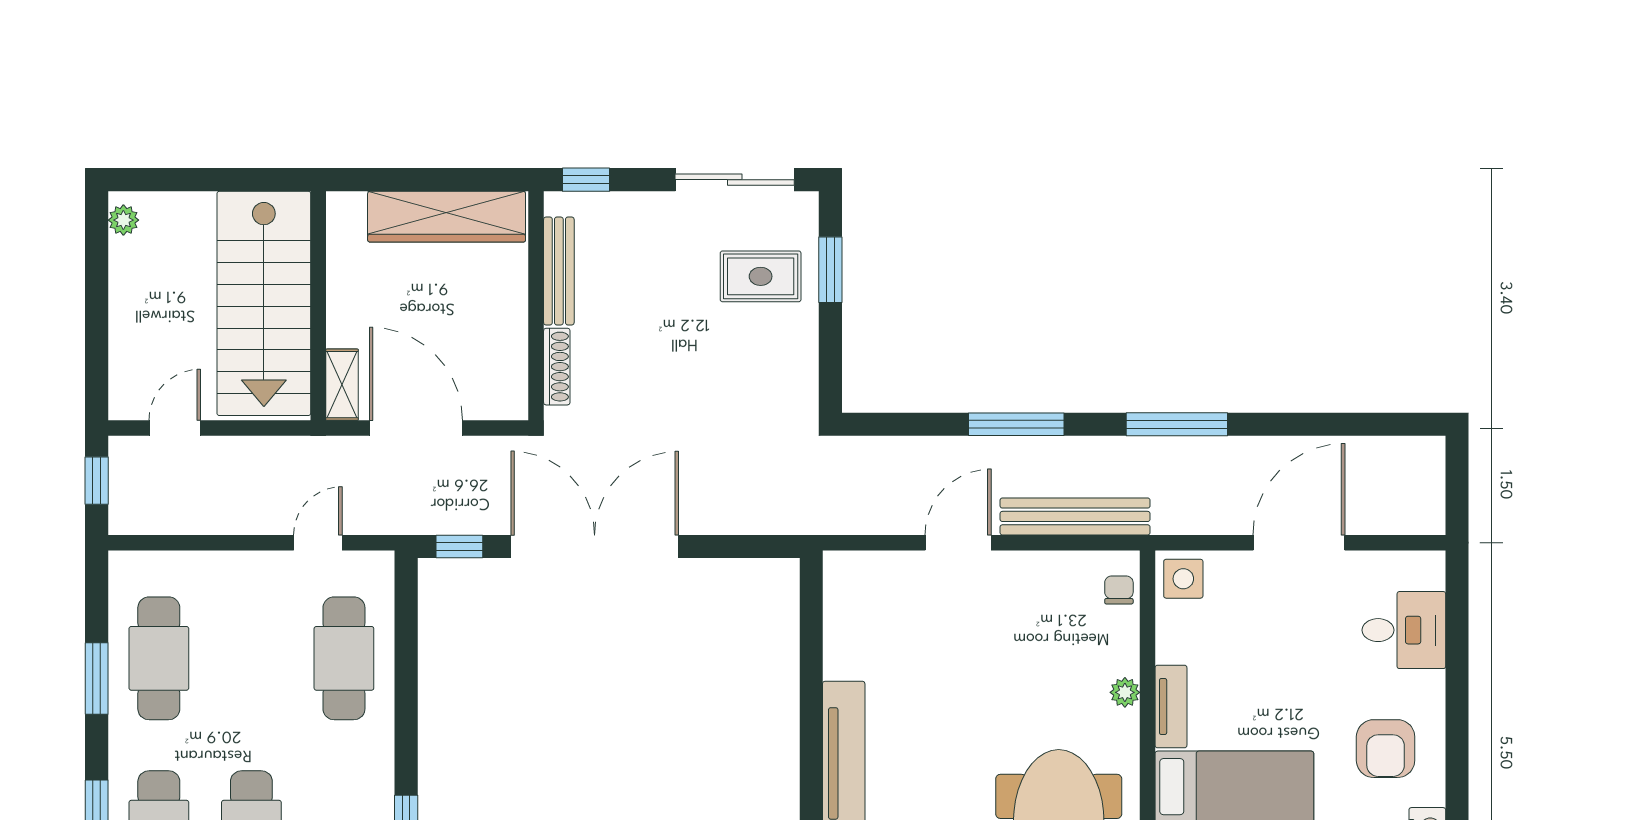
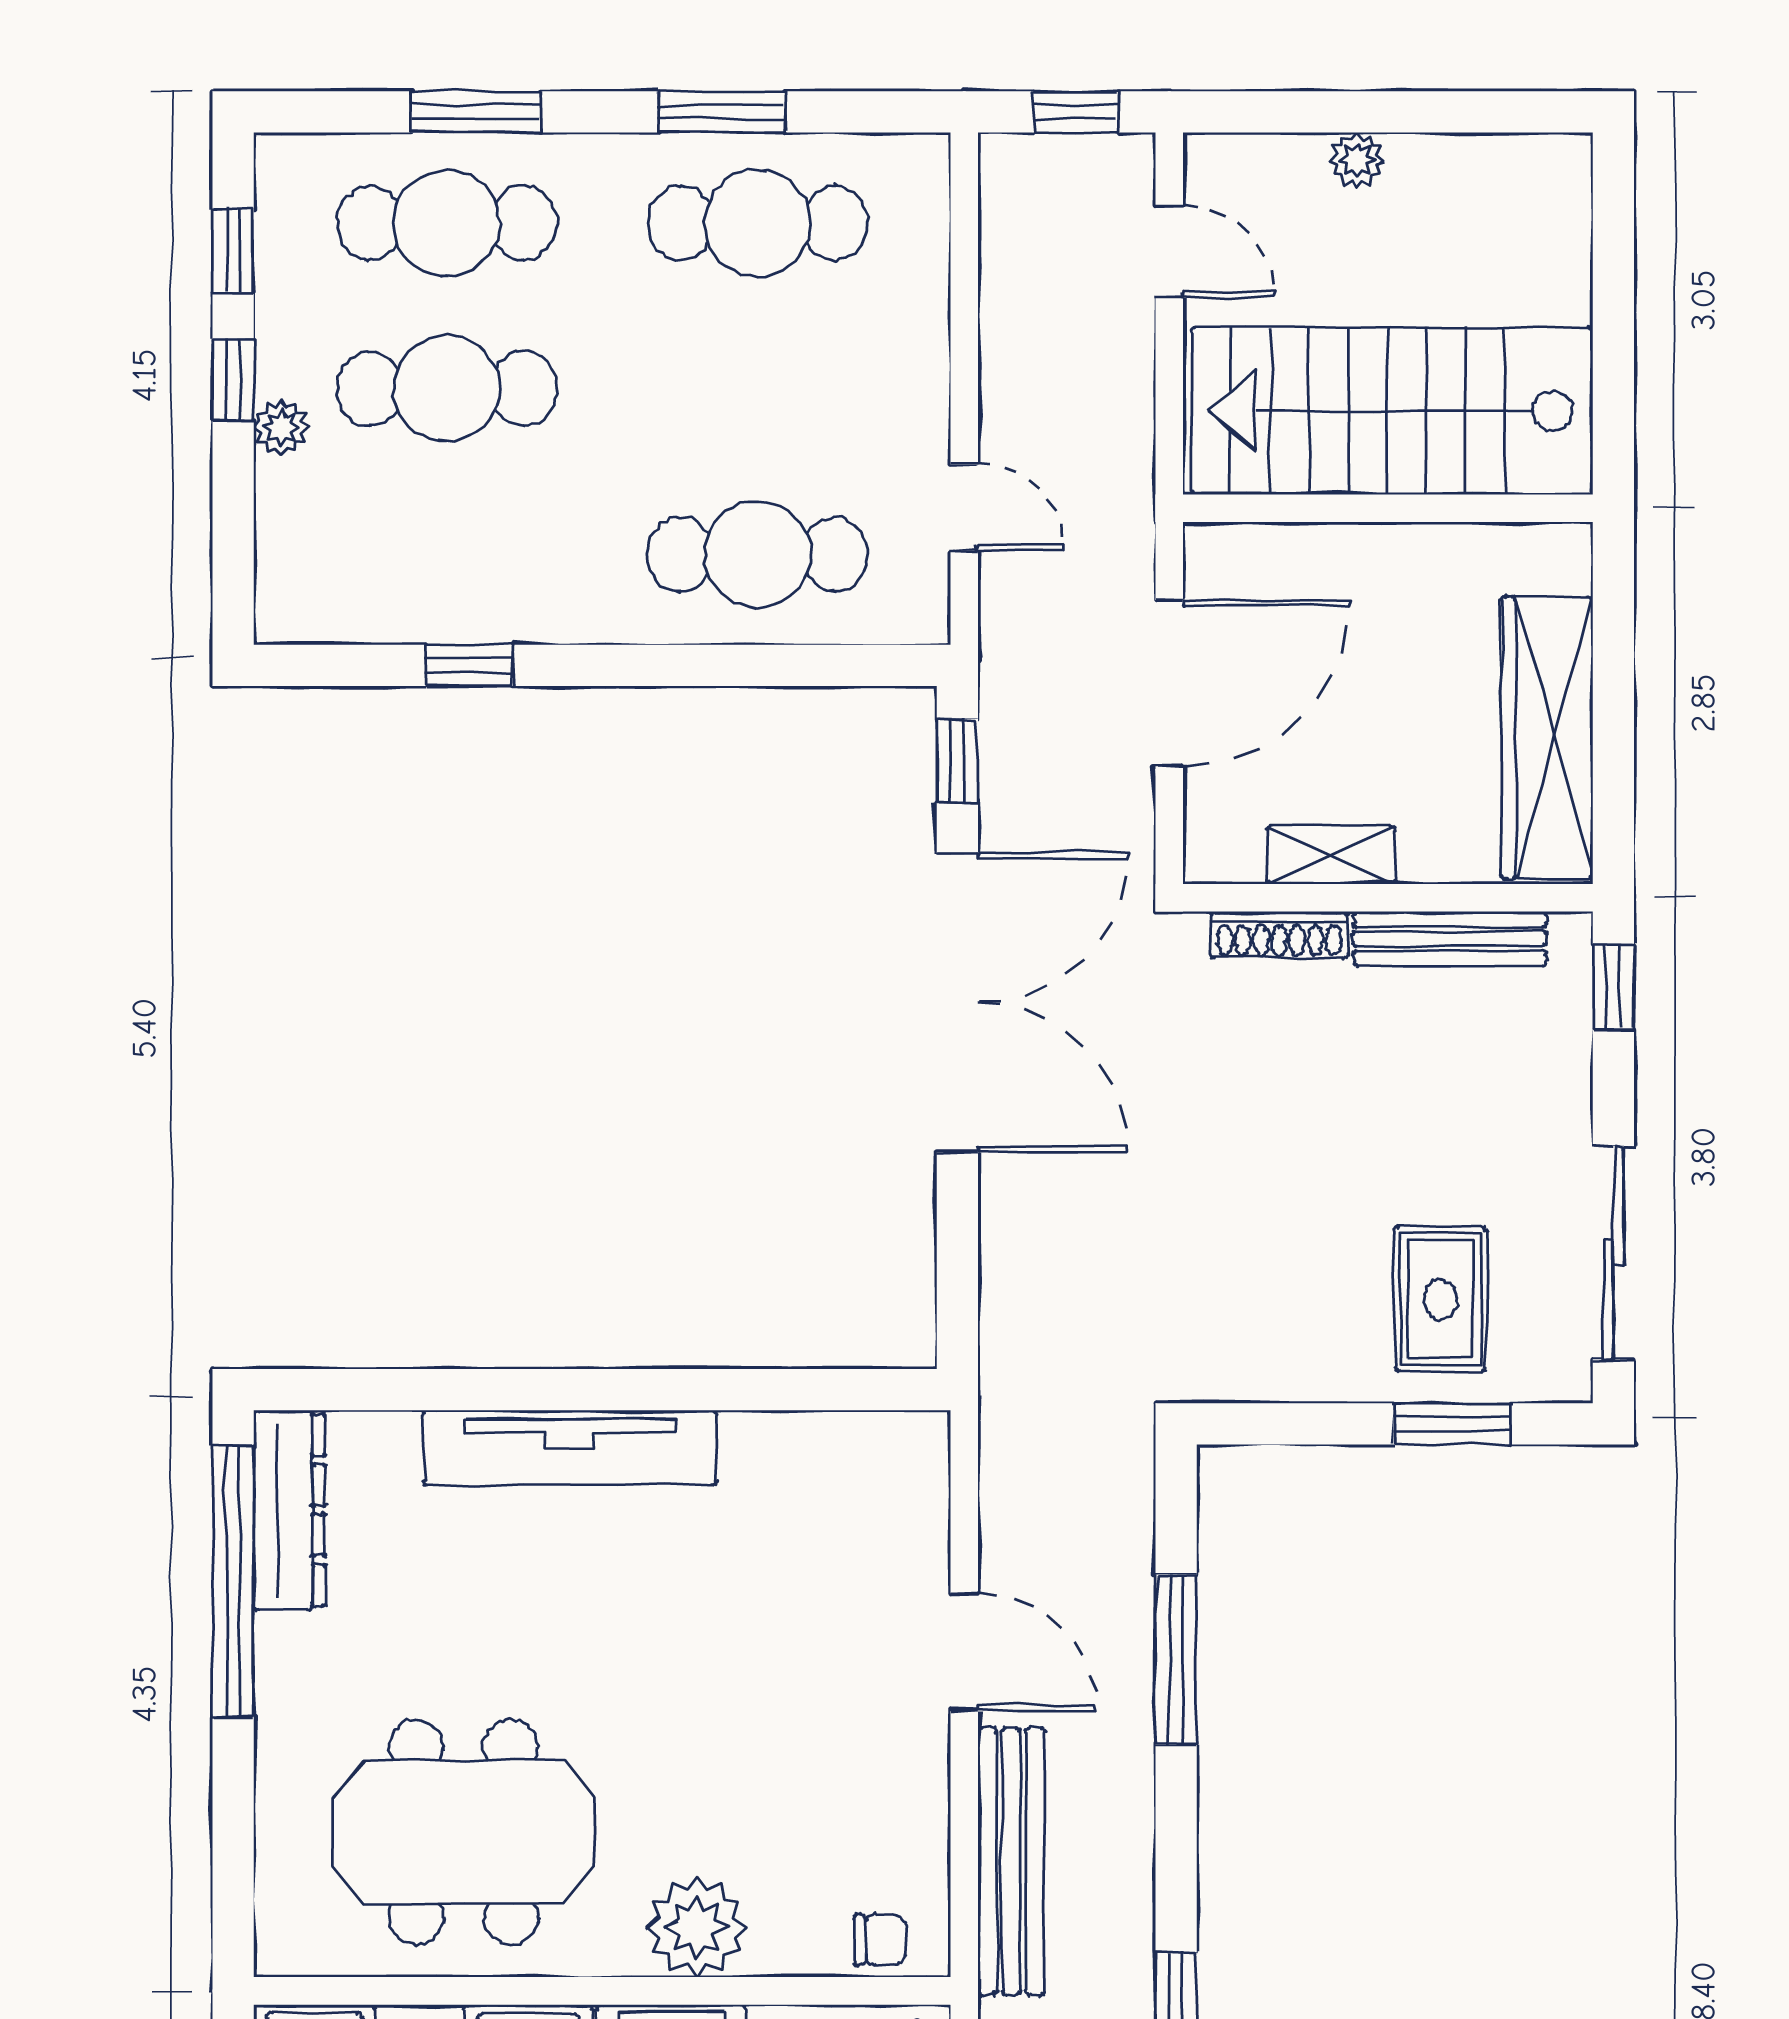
plant: (123, 220) -> (1357, 160), moved
shelving: (342, 385) -> (1331, 855), moved
window: (1016, 424) -> (1176, 1660), moved
plant: (1125, 692) -> (697, 1927), width x1.88, depth x1.88

